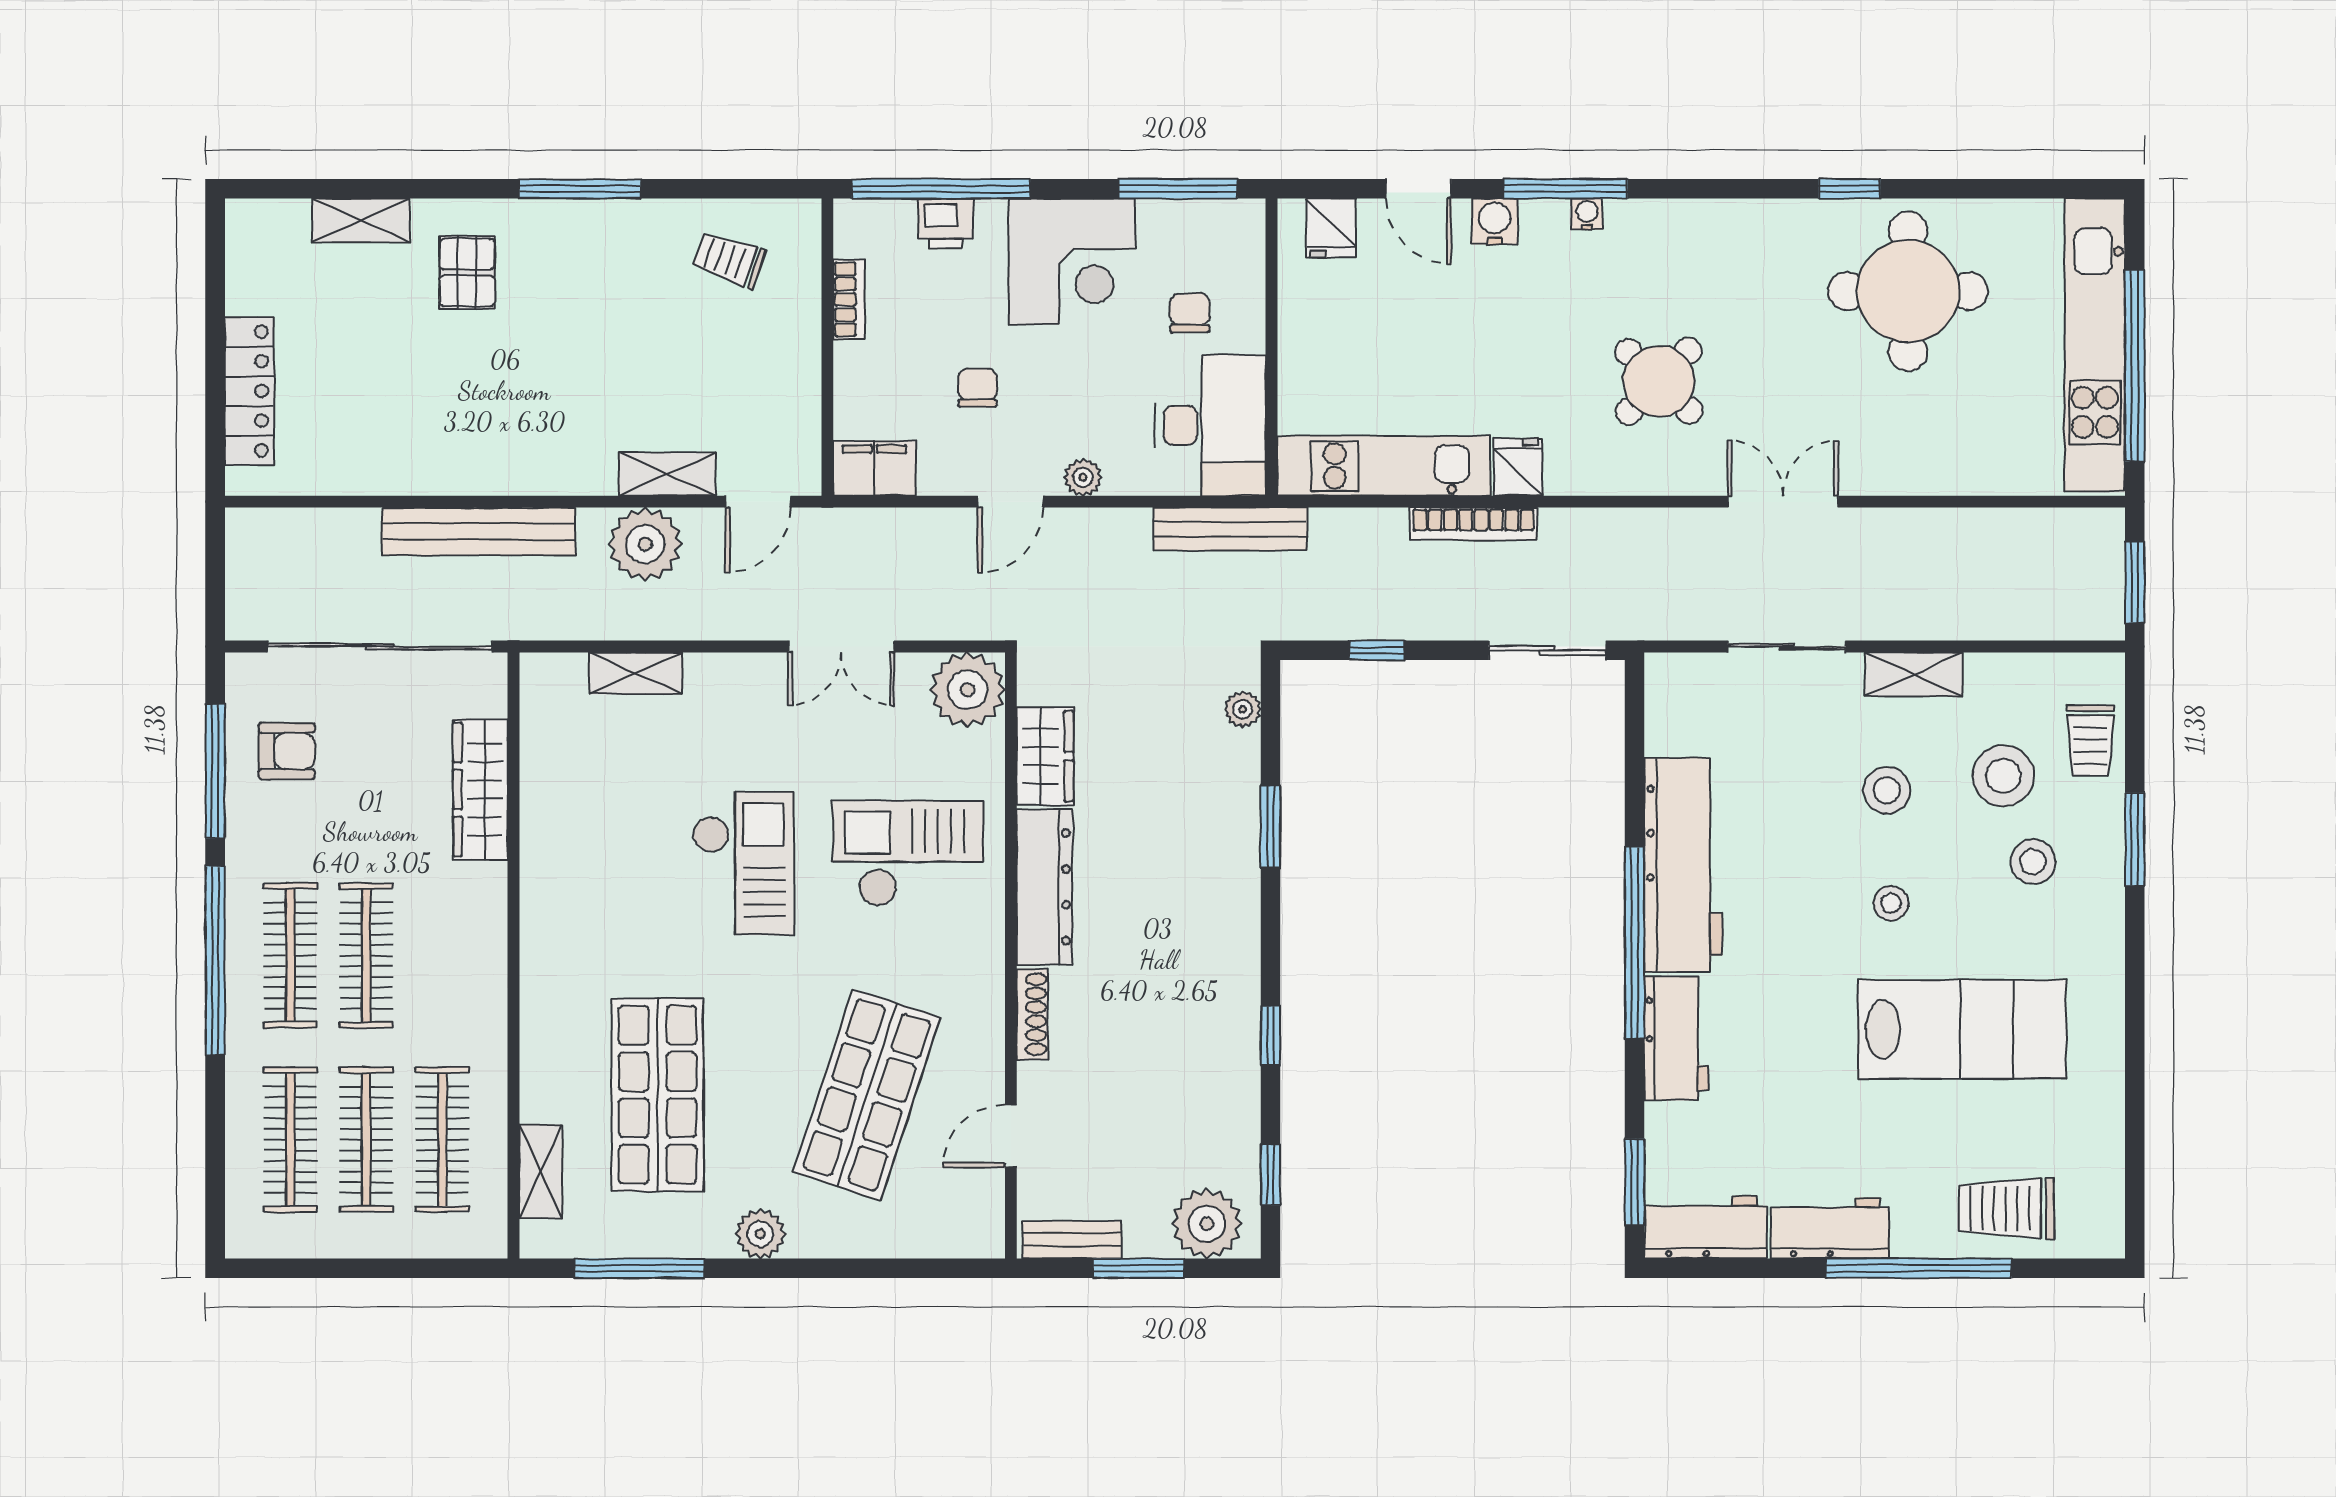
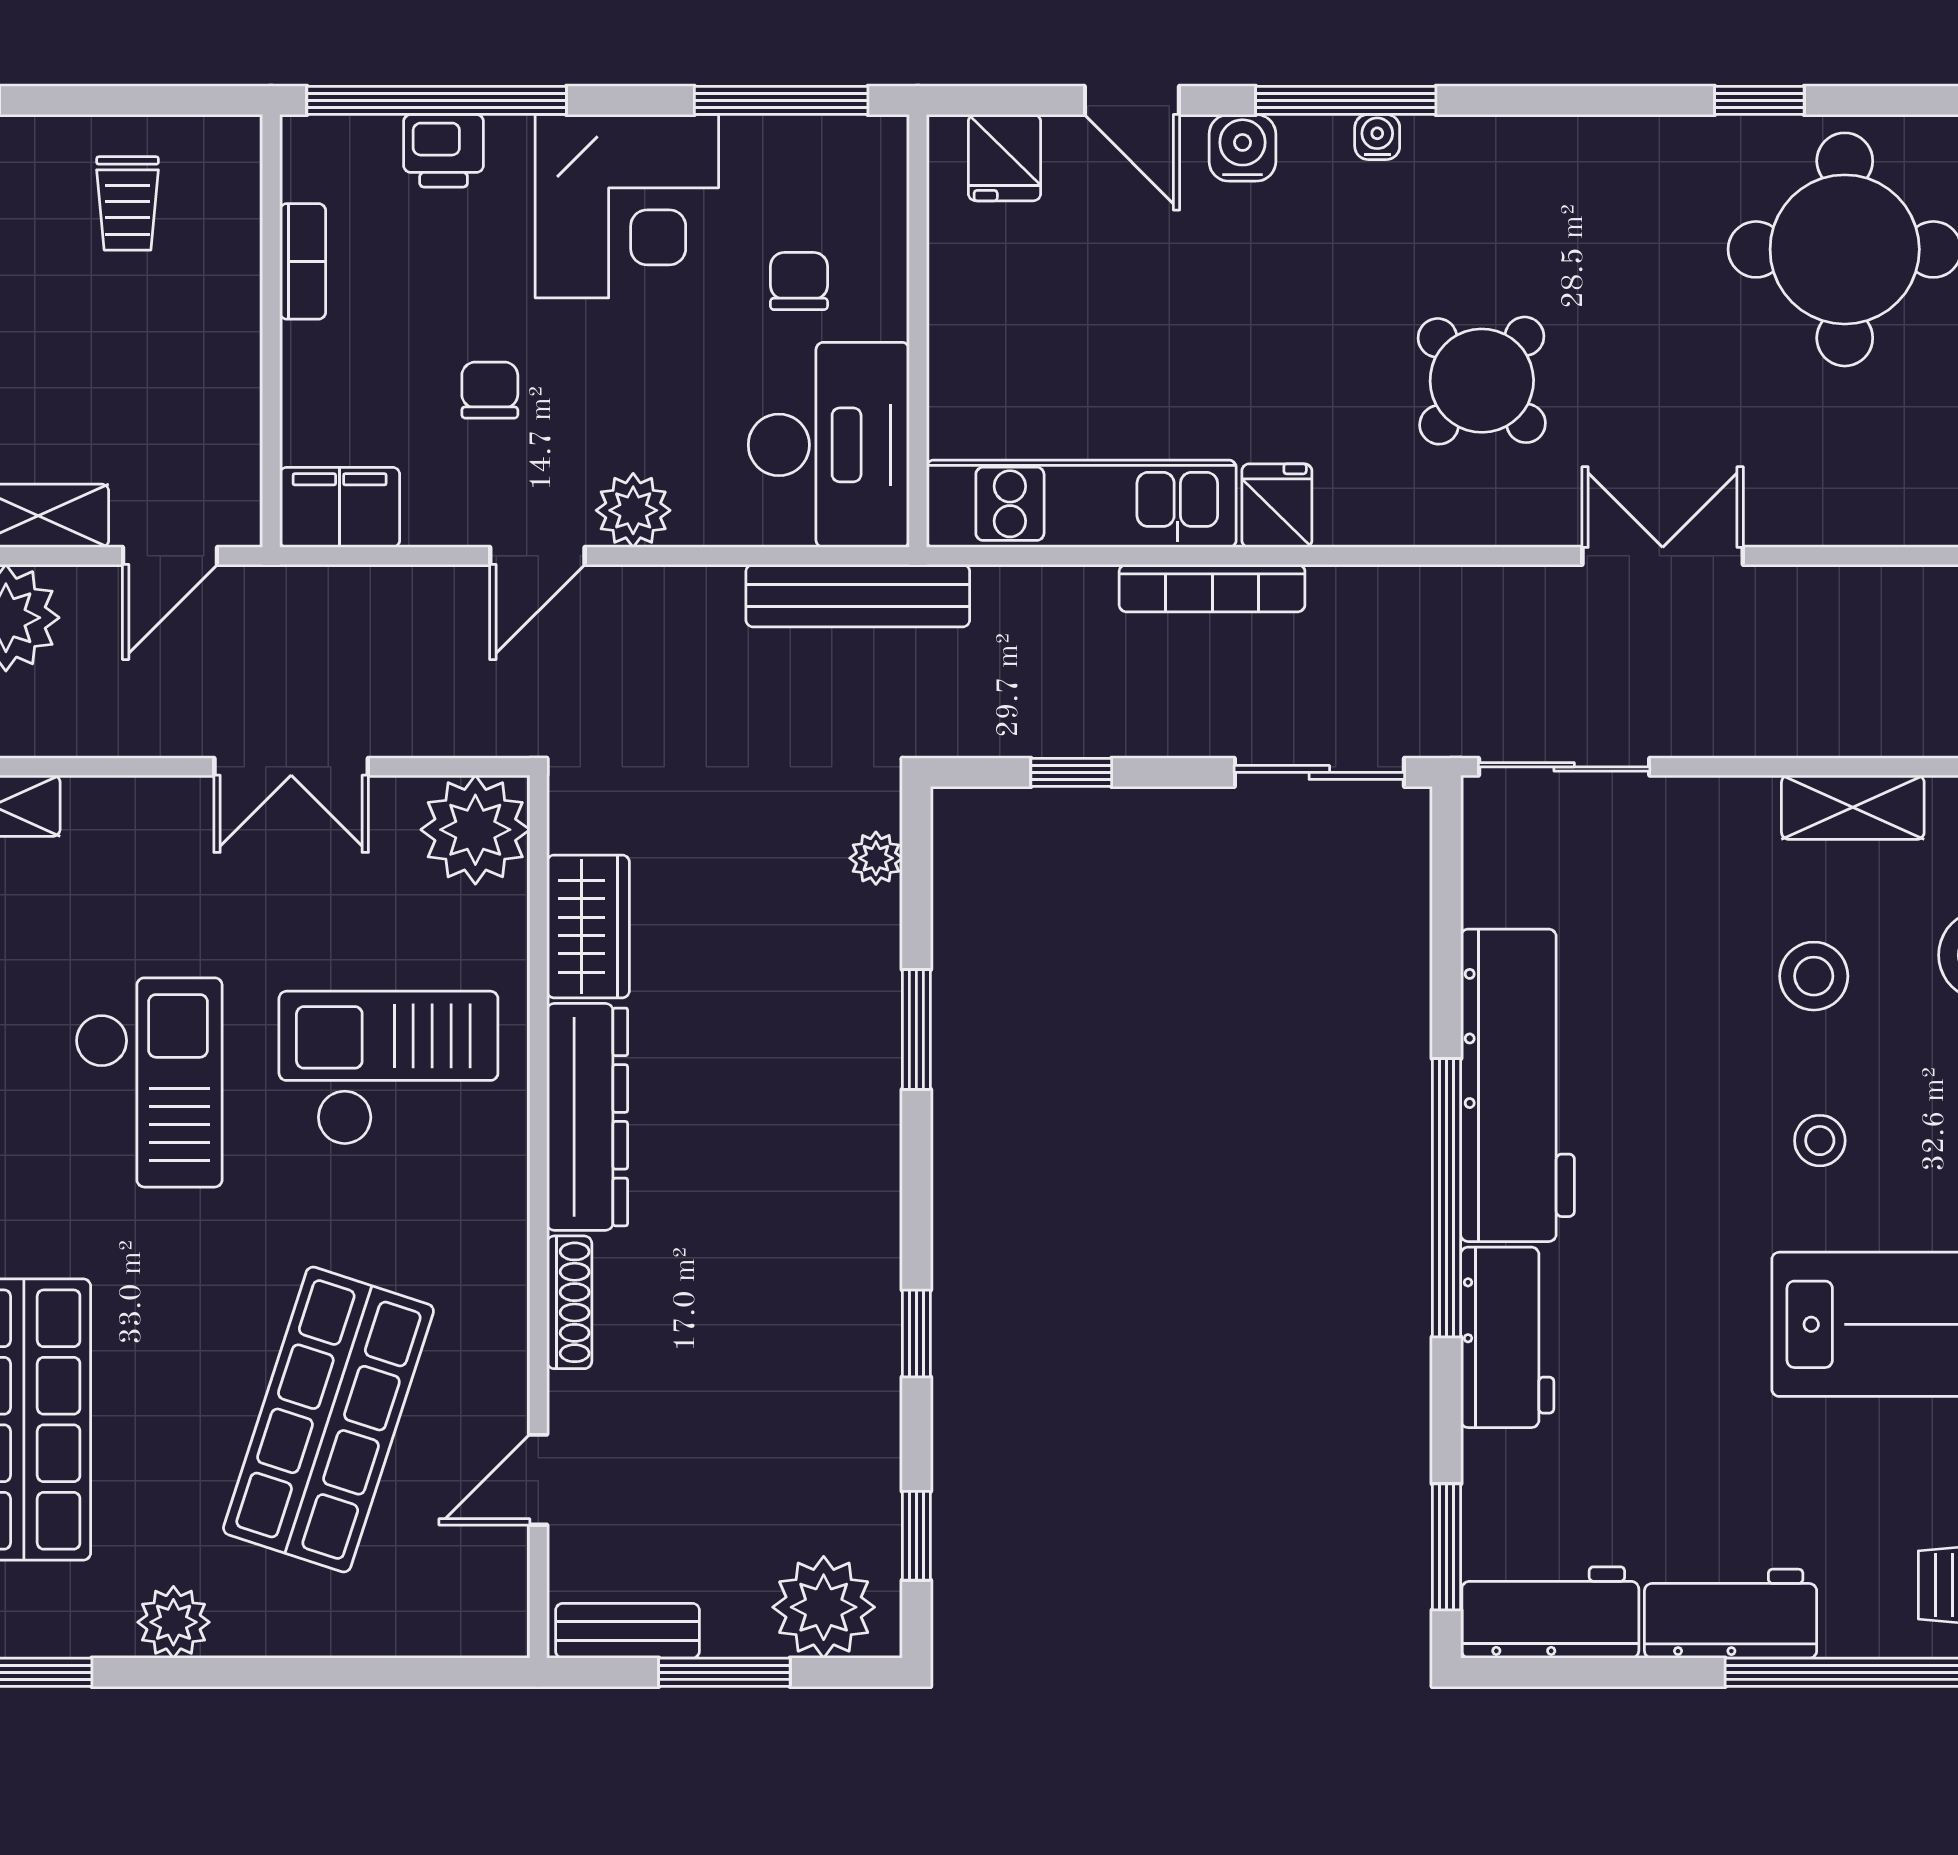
trolley: (729, 260) -> (128, 203), turned -109
plant: (1083, 477) -> (633, 510), width x1.38, depth x1.38
sliding door: (1786, 646) -> (1564, 767), moved

